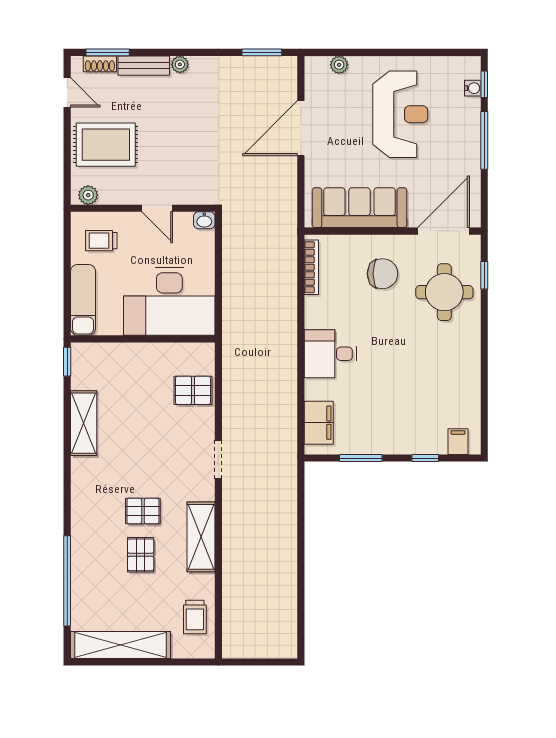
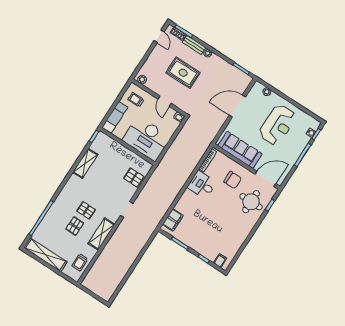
rug: (106, 145) -> (183, 73), moved
desk: (330, 354) -> (202, 185), moved

